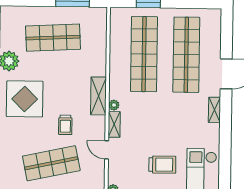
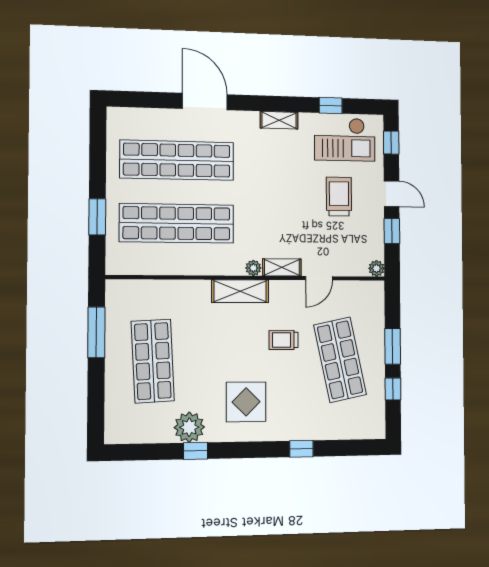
display table: (25, 99) -> (246, 402), width x0.73, depth x0.73
shelving: (214, 110) -> (279, 120), moved
trolley: (65, 125) -> (284, 340), turned 180
window: (225, 160) -> (331, 105), added

